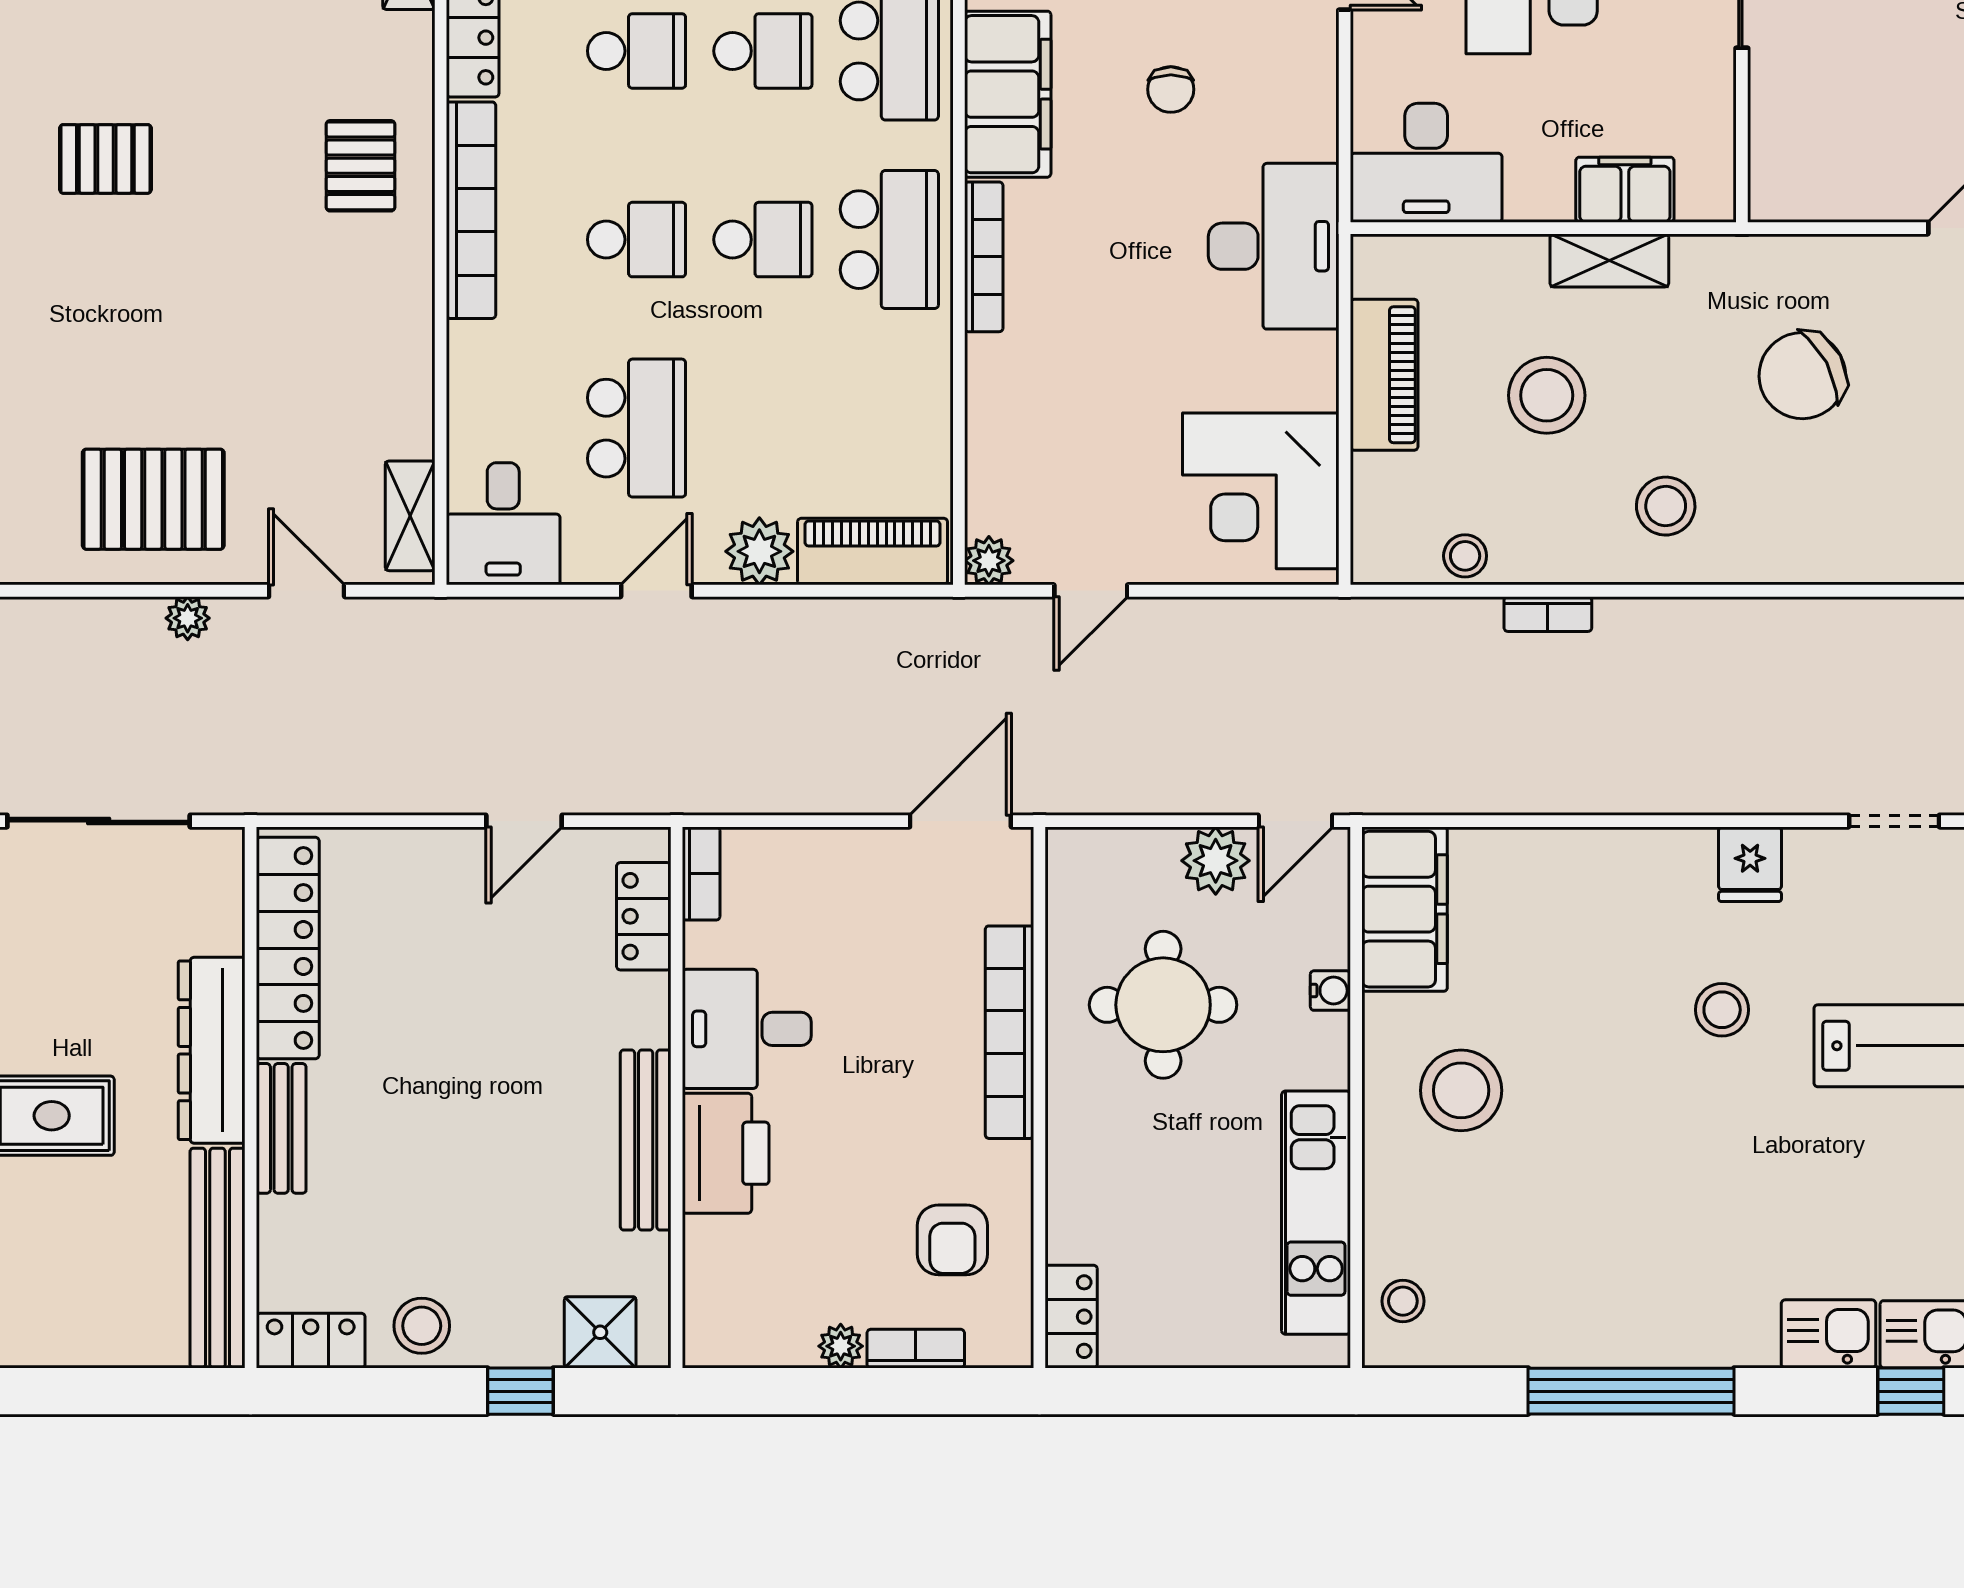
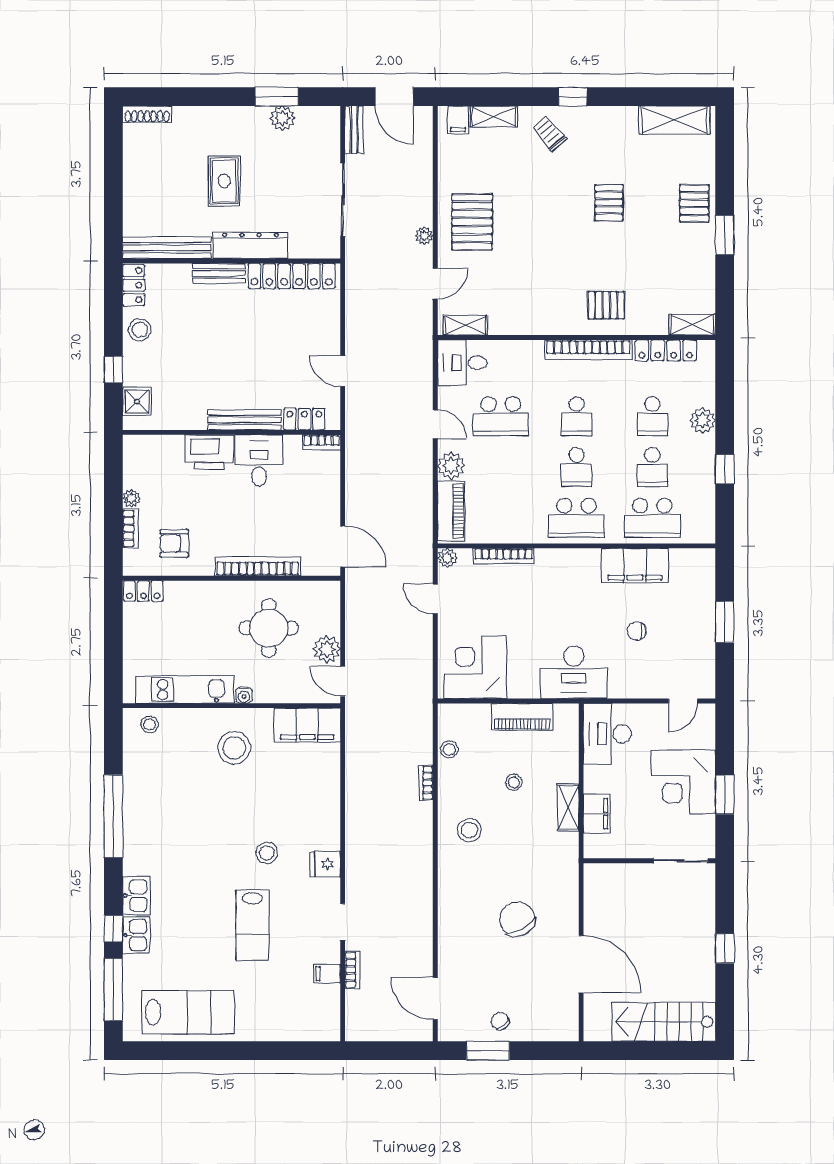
bookcase: (984, 257) -> (504, 556), moved
chair: (1802, 376) -> (517, 919), moved
stool: (1547, 395) -> (514, 782), width x0.53, depth x0.53
water cooler: (1330, 991) -> (244, 695), moved
bench: (646, 1140) -> (245, 420), moved

